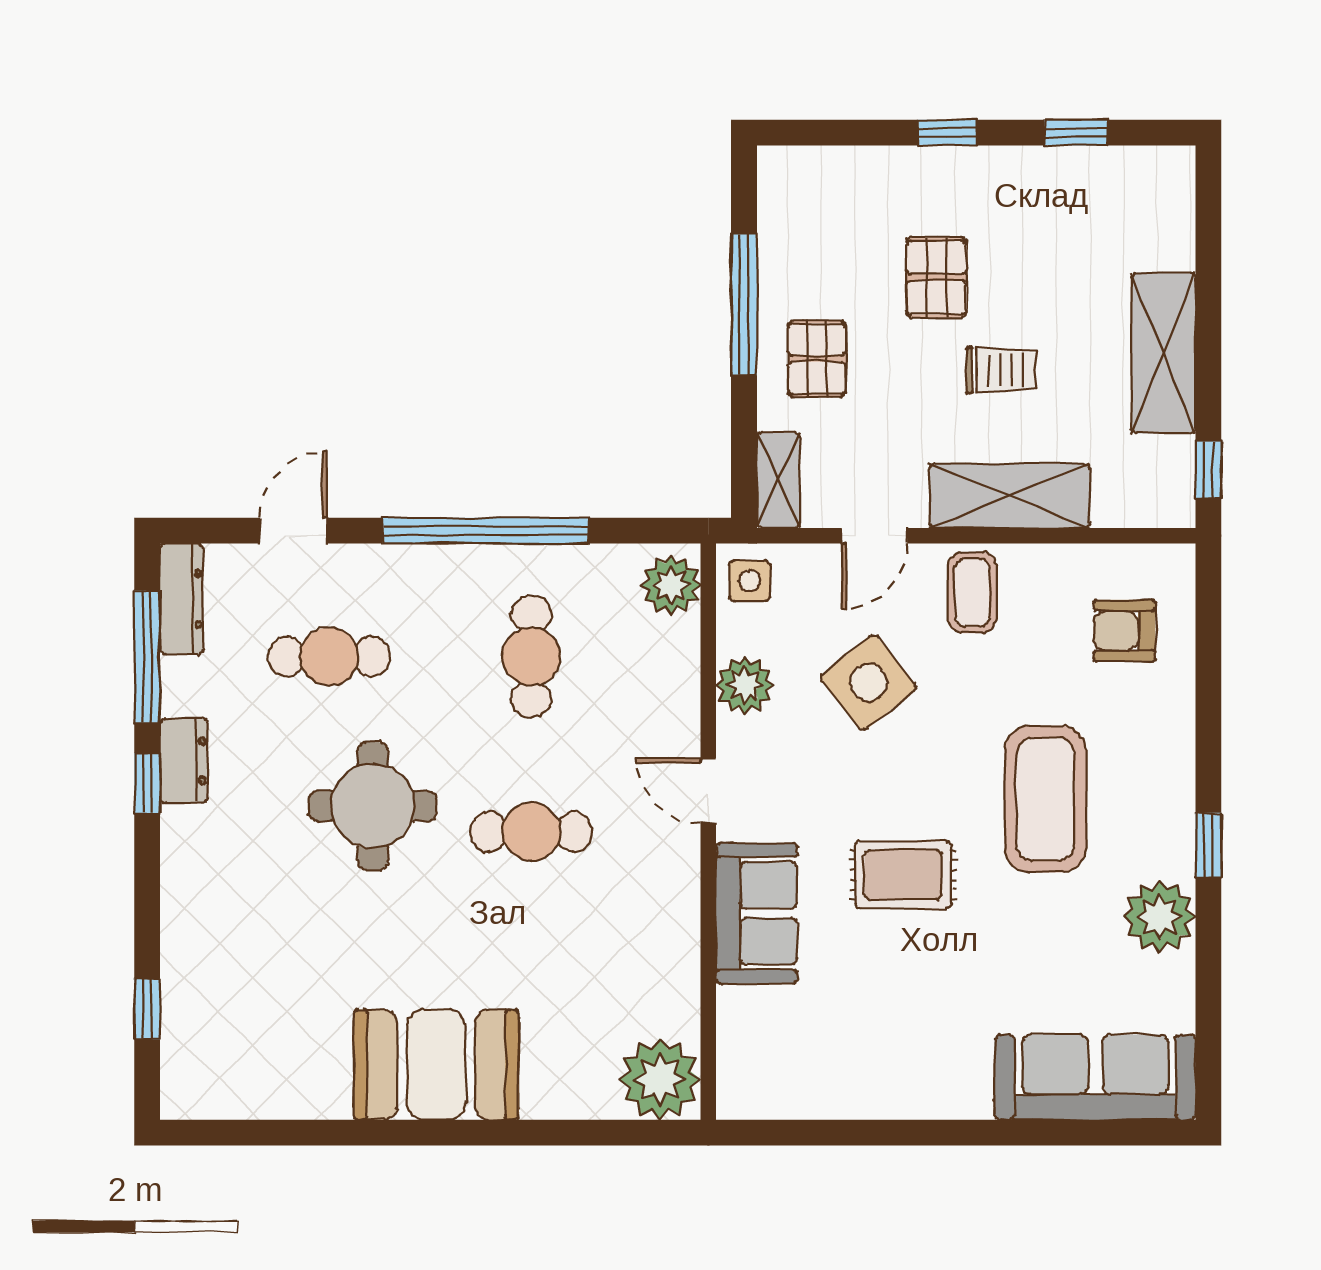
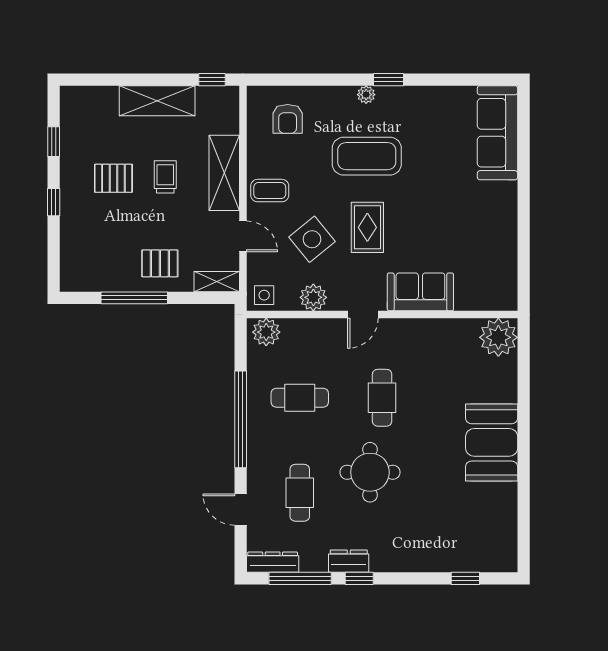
pallet: (936, 277) -> (113, 178), moved
rug: (903, 875) -> (367, 227), moved
plant: (1160, 917) -> (366, 95), moved, width x0.53, depth x0.53

